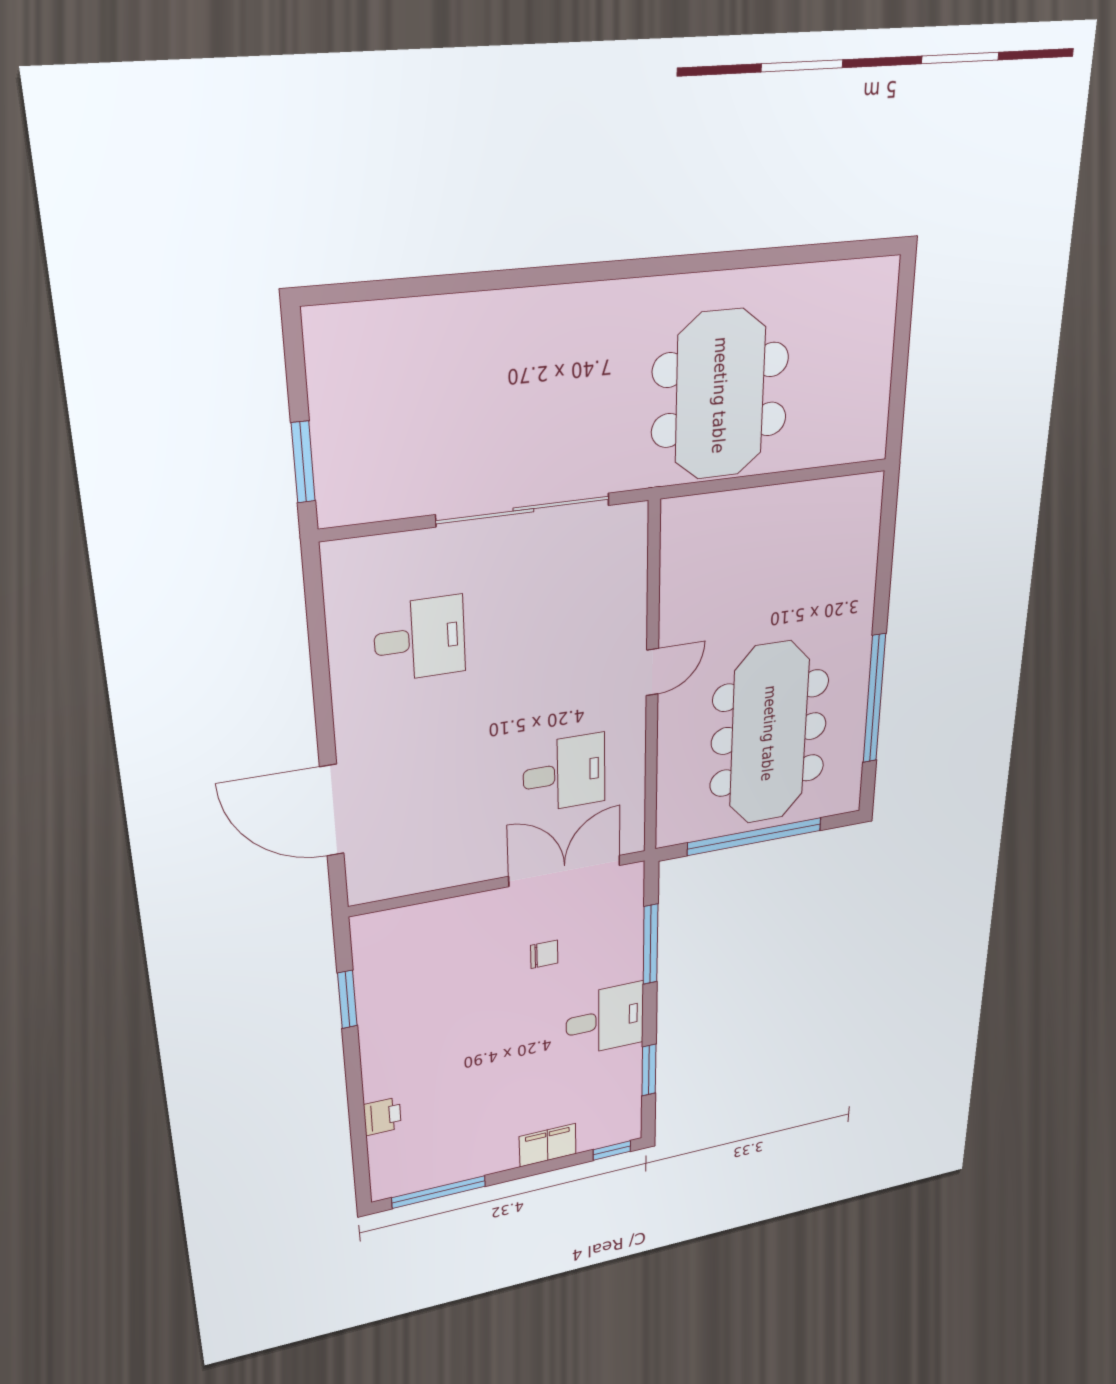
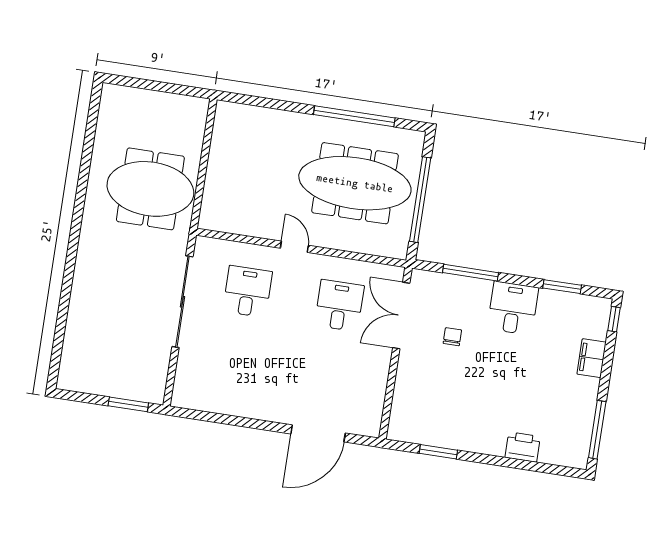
desk: (420, 639) -> (248, 291), moved
printer: (382, 1116) -> (523, 447), width x1.36, depth x1.24

